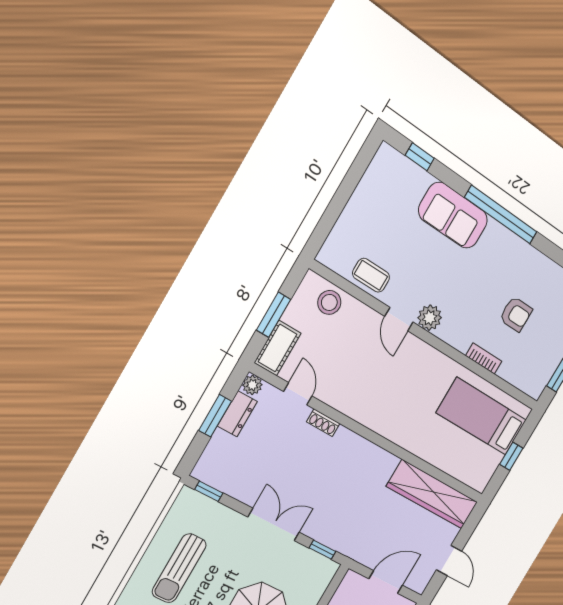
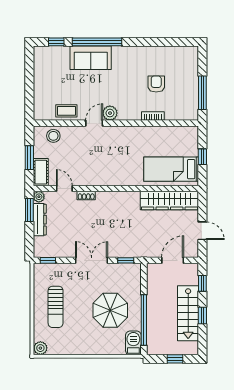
window: (501, 215) -> (97, 42), moved
armchair: (516, 314) -> (156, 84), turned -90
door: (399, 319) -> (94, 123), swing flipped
dresser: (237, 414) -> (40, 220), width x1.44
window: (215, 416) -> (29, 210), moved
bed: (482, 416) -> (171, 169), moved

